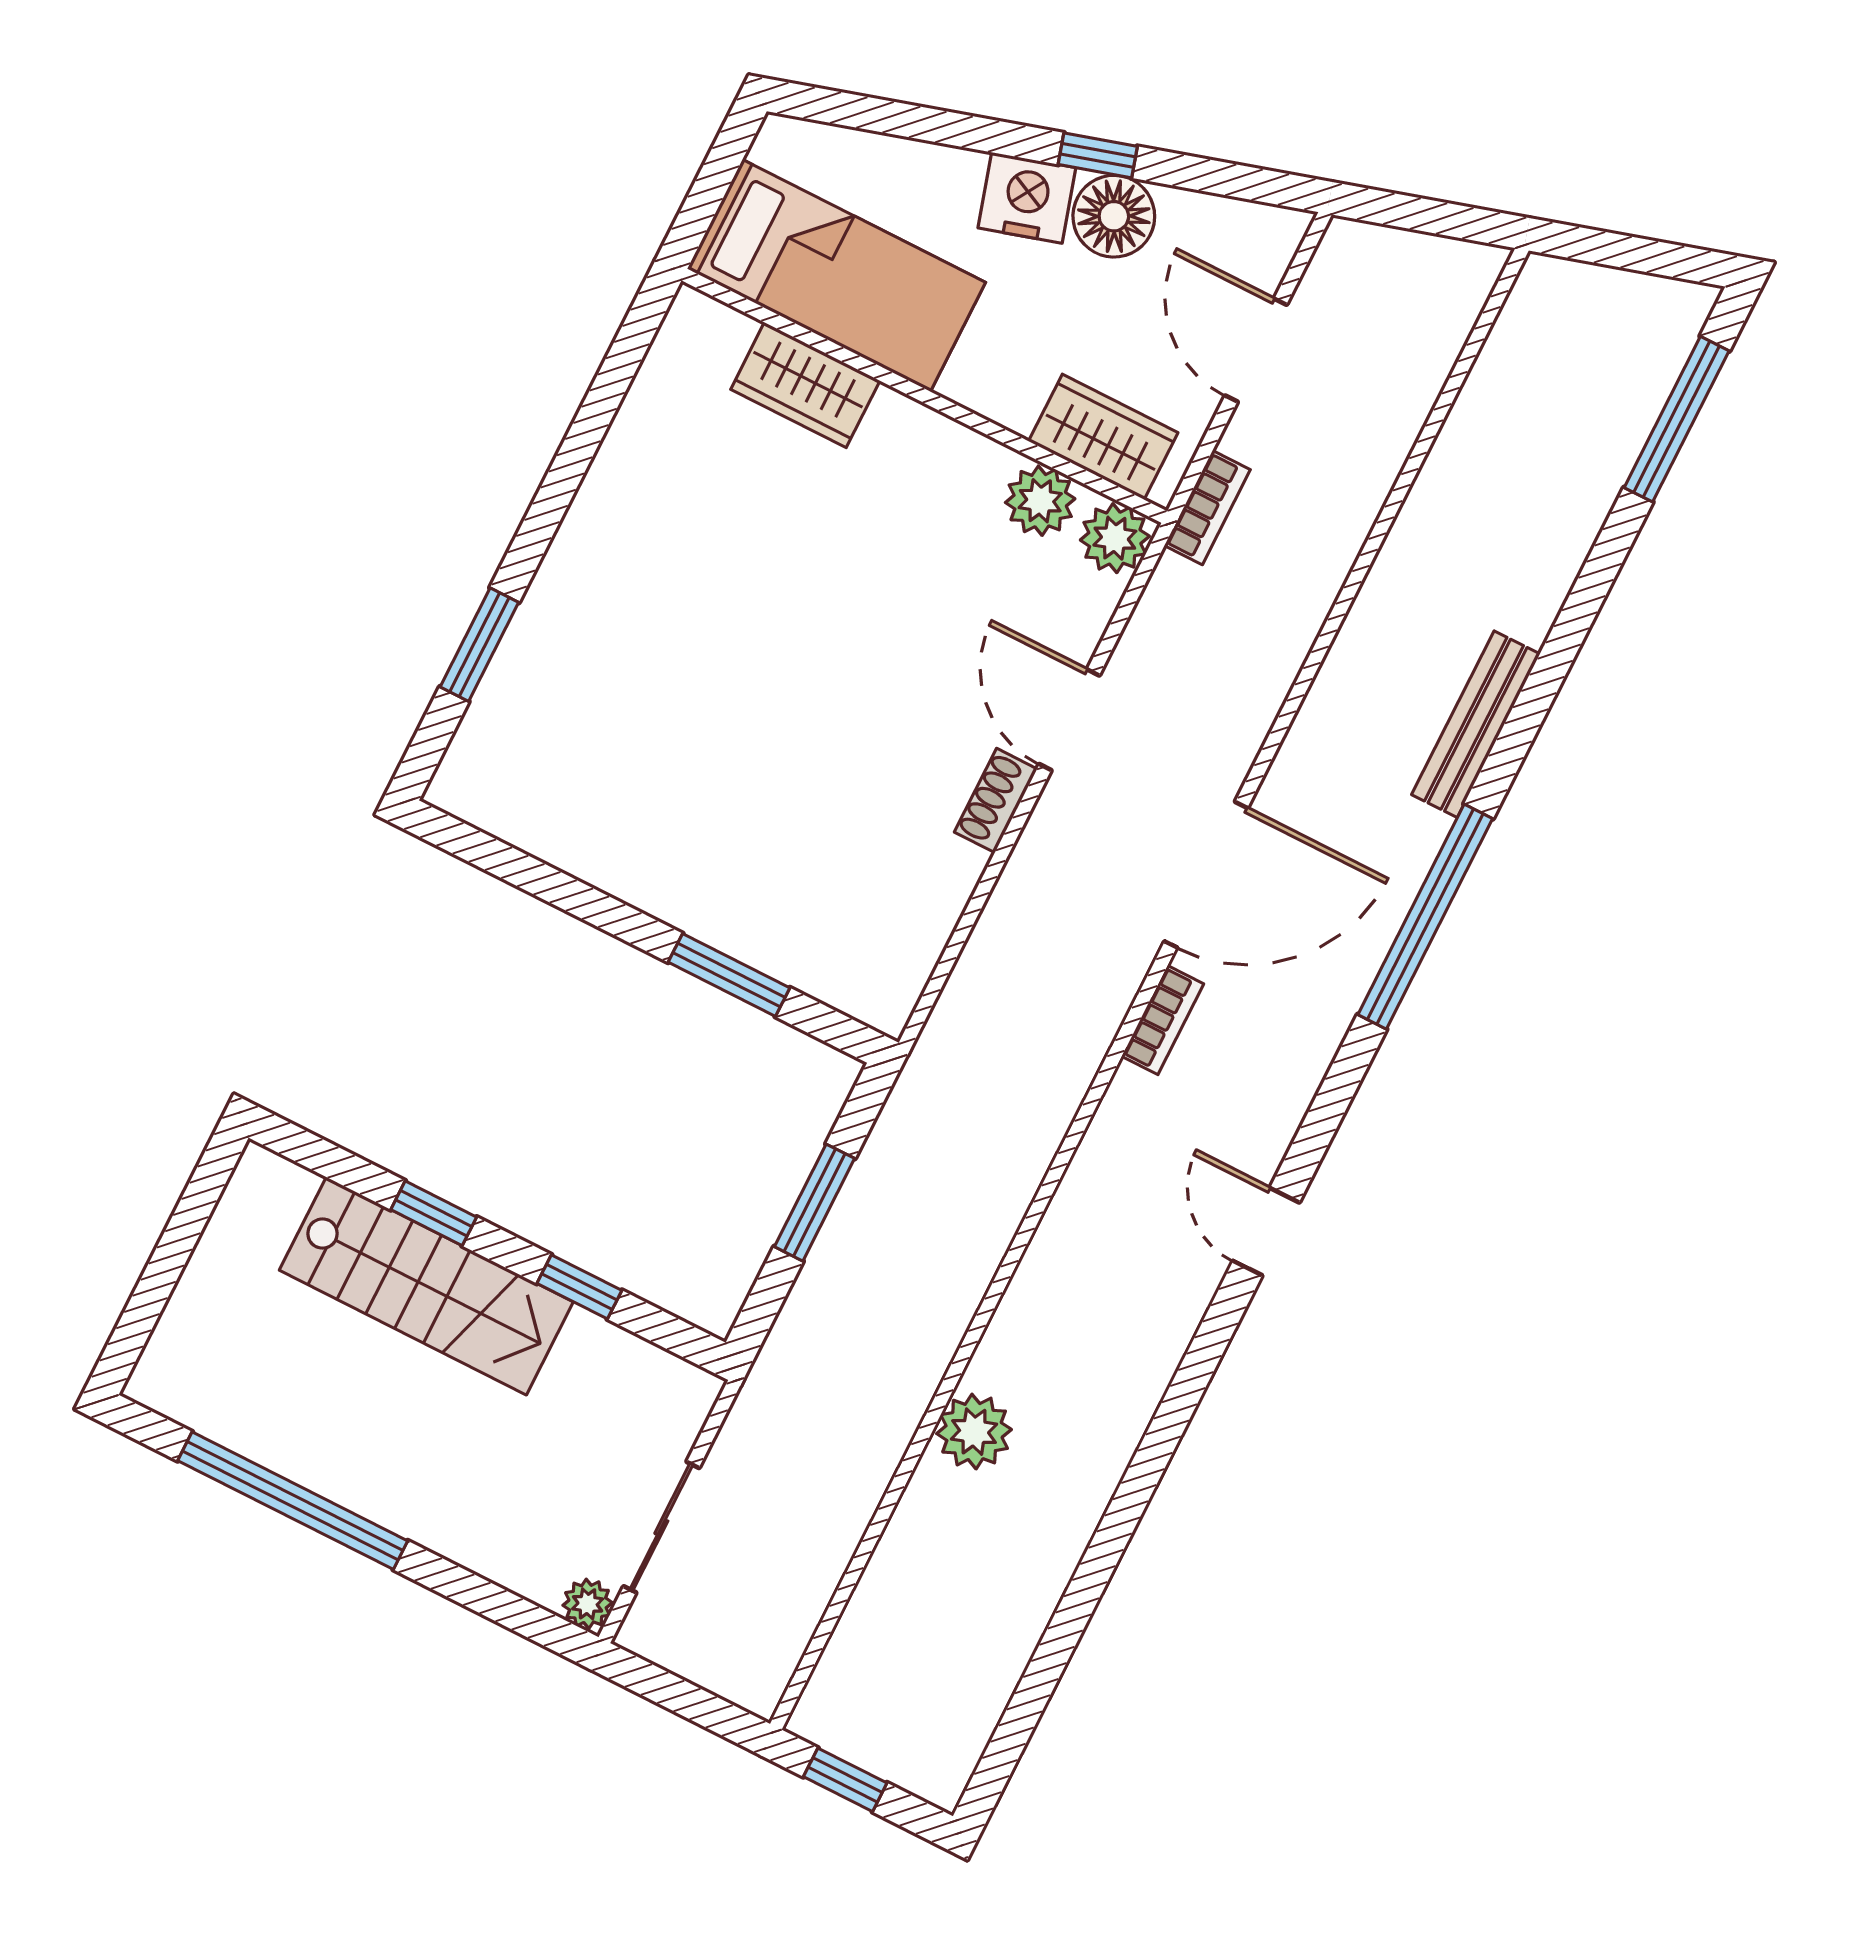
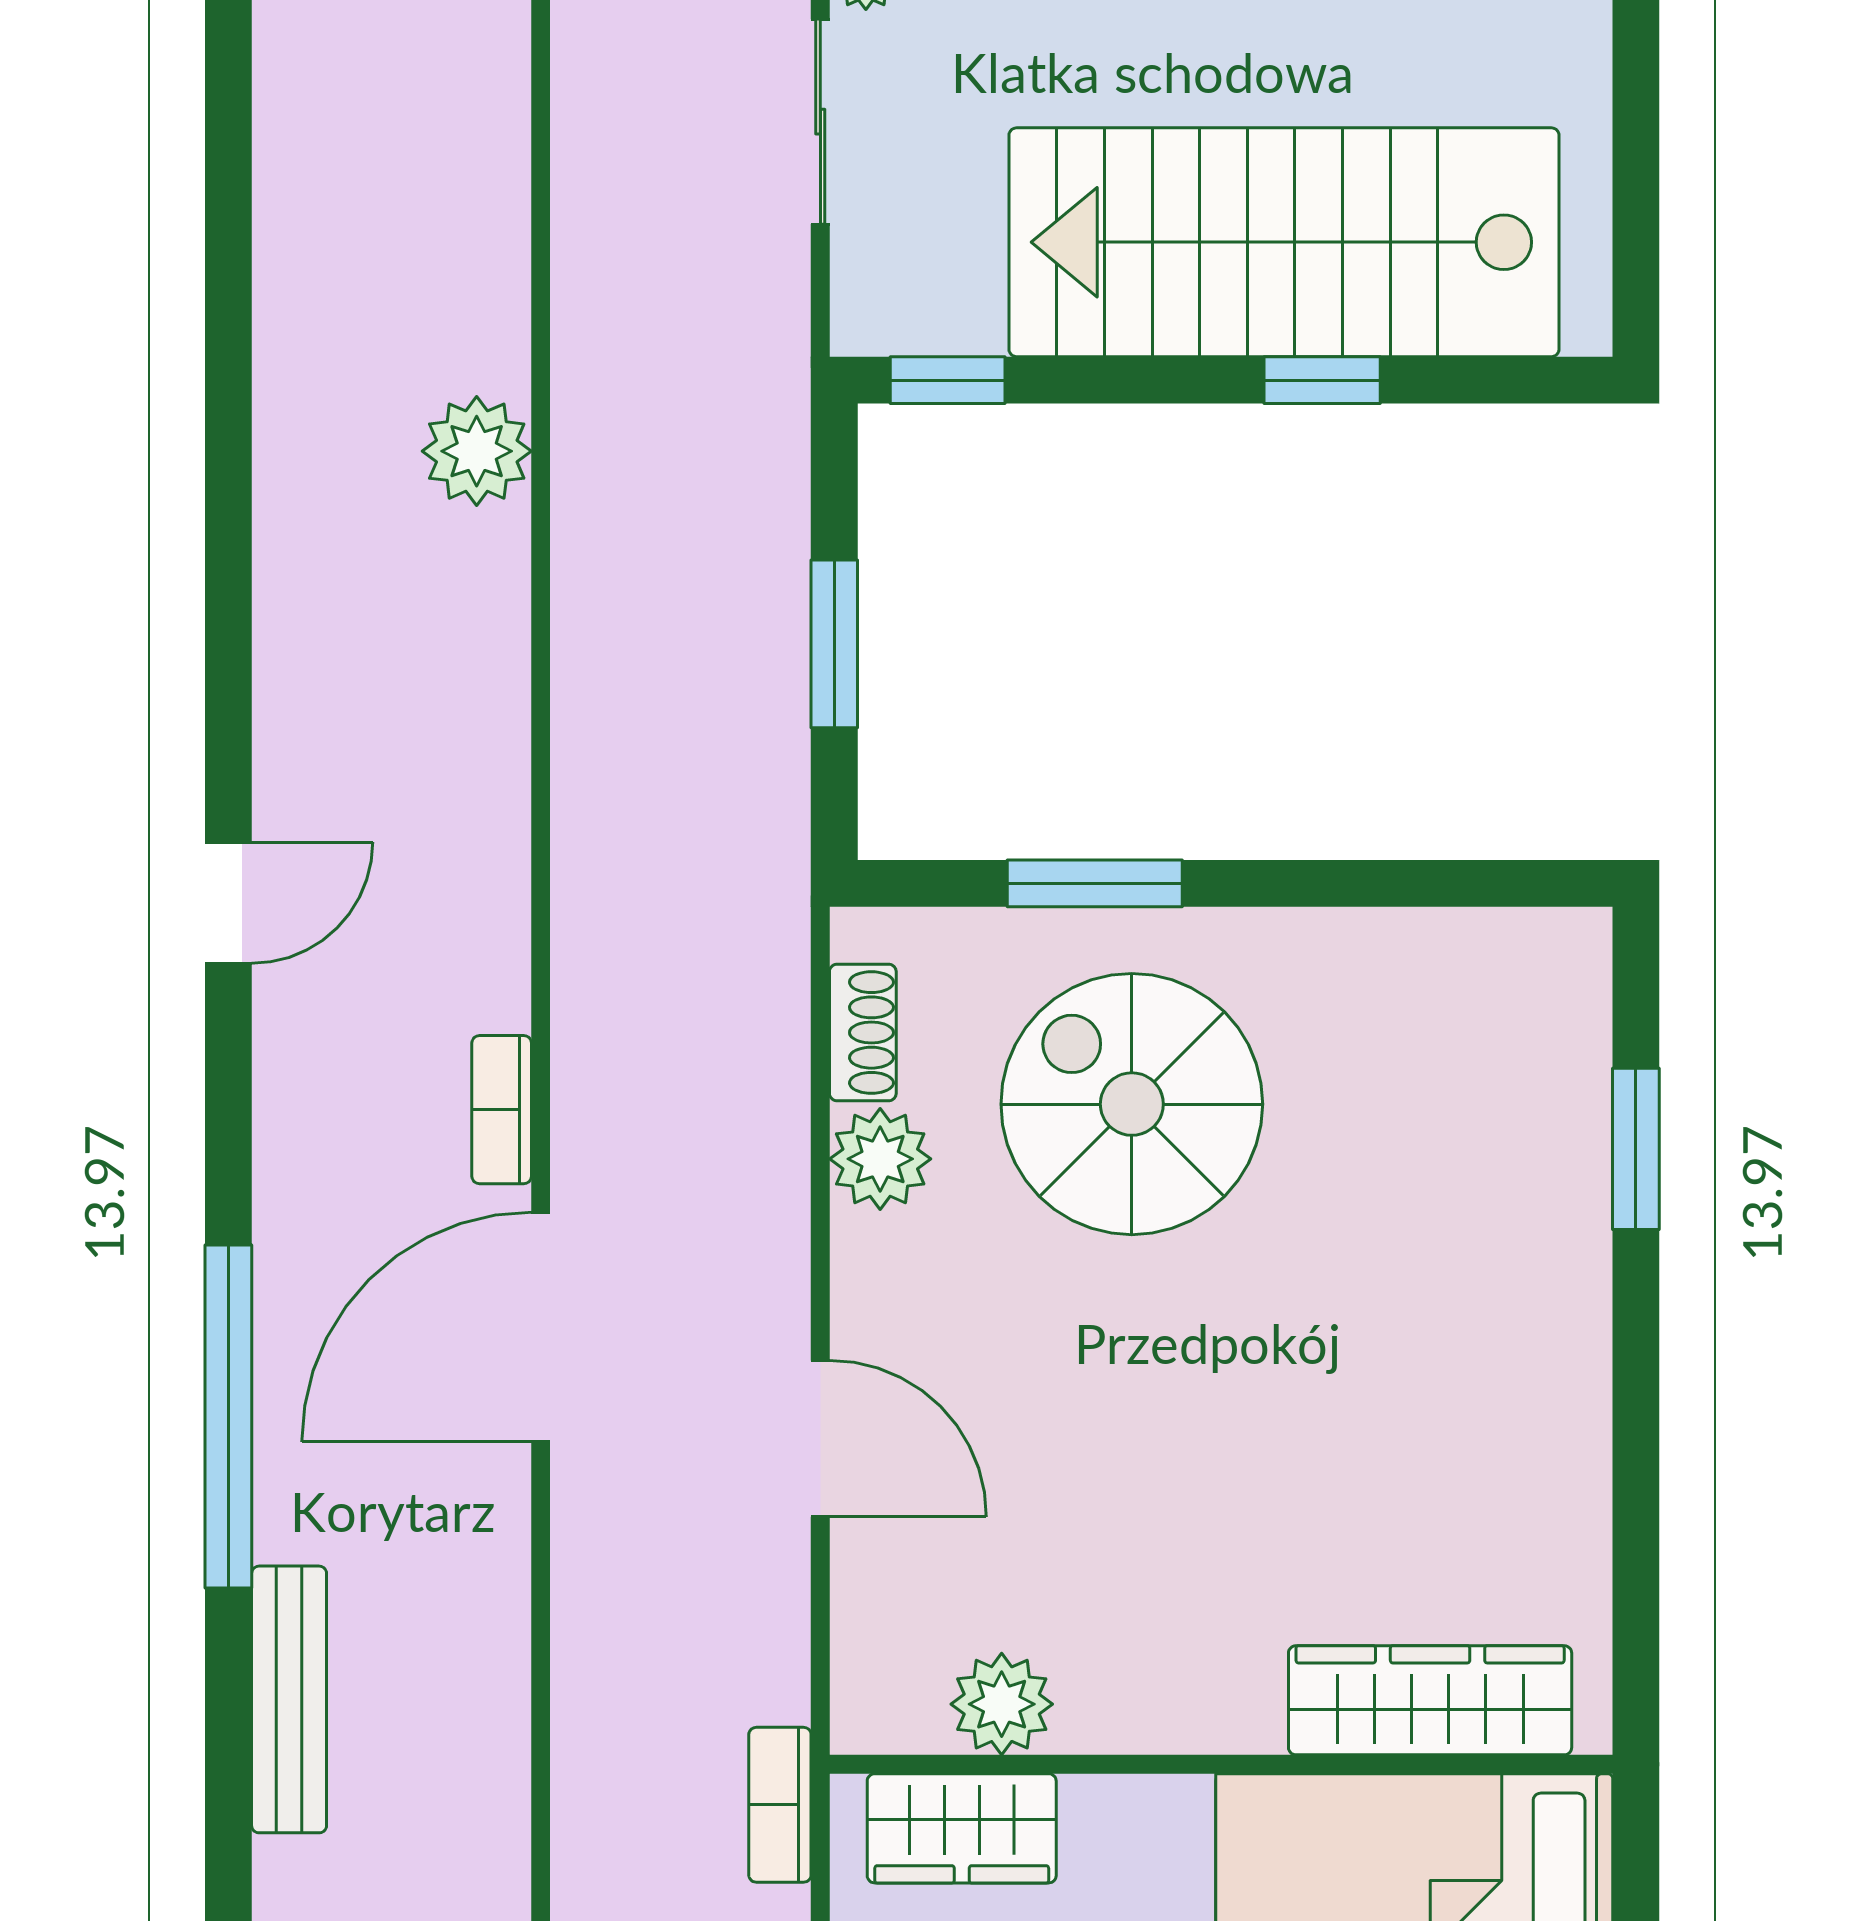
wardrobe: (805, 385) -> (1430, 1700), width x1.50
plant: (1115, 538) -> (880, 1159), moved
shoe rack: (996, 800) -> (863, 1033), moved
spiral stairs: (775, 828) -> (1132, 1104), added
door: (1266, 1232) -> (228, 903), hinge flipped
stairs: (426, 1286) -> (1284, 242), width x1.36, depth x1.51
window: (579, 1287) -> (948, 380), moved

